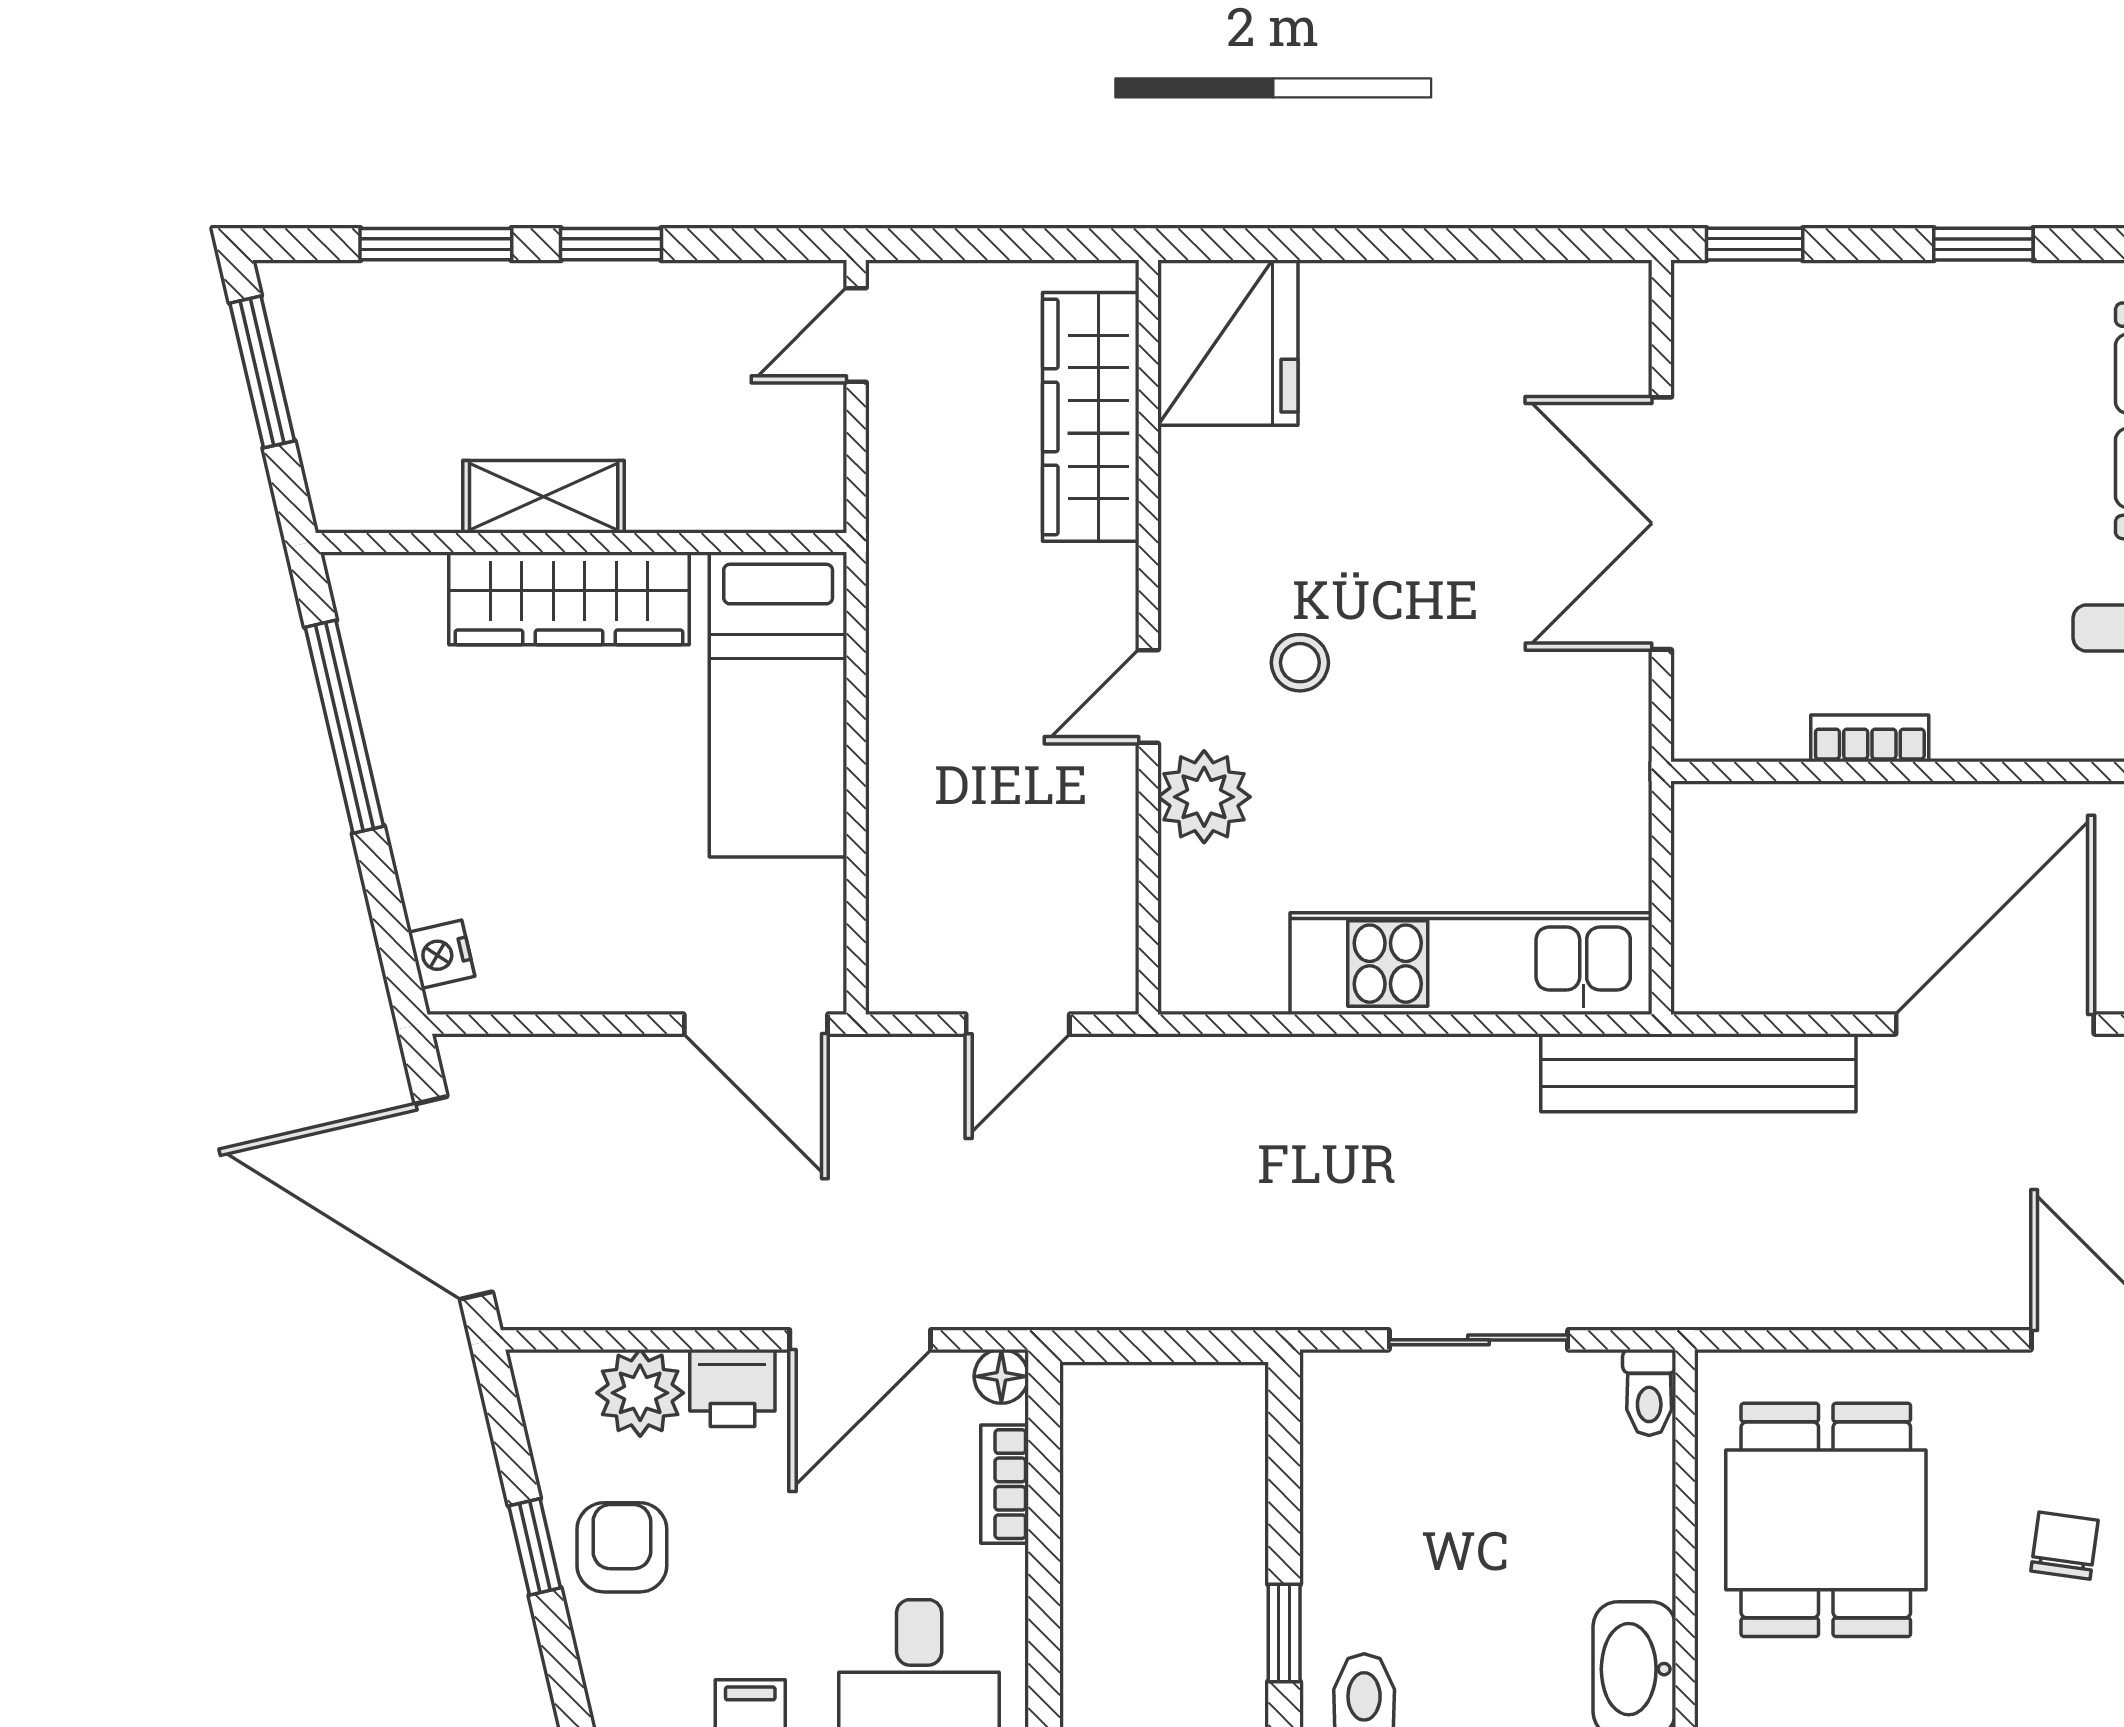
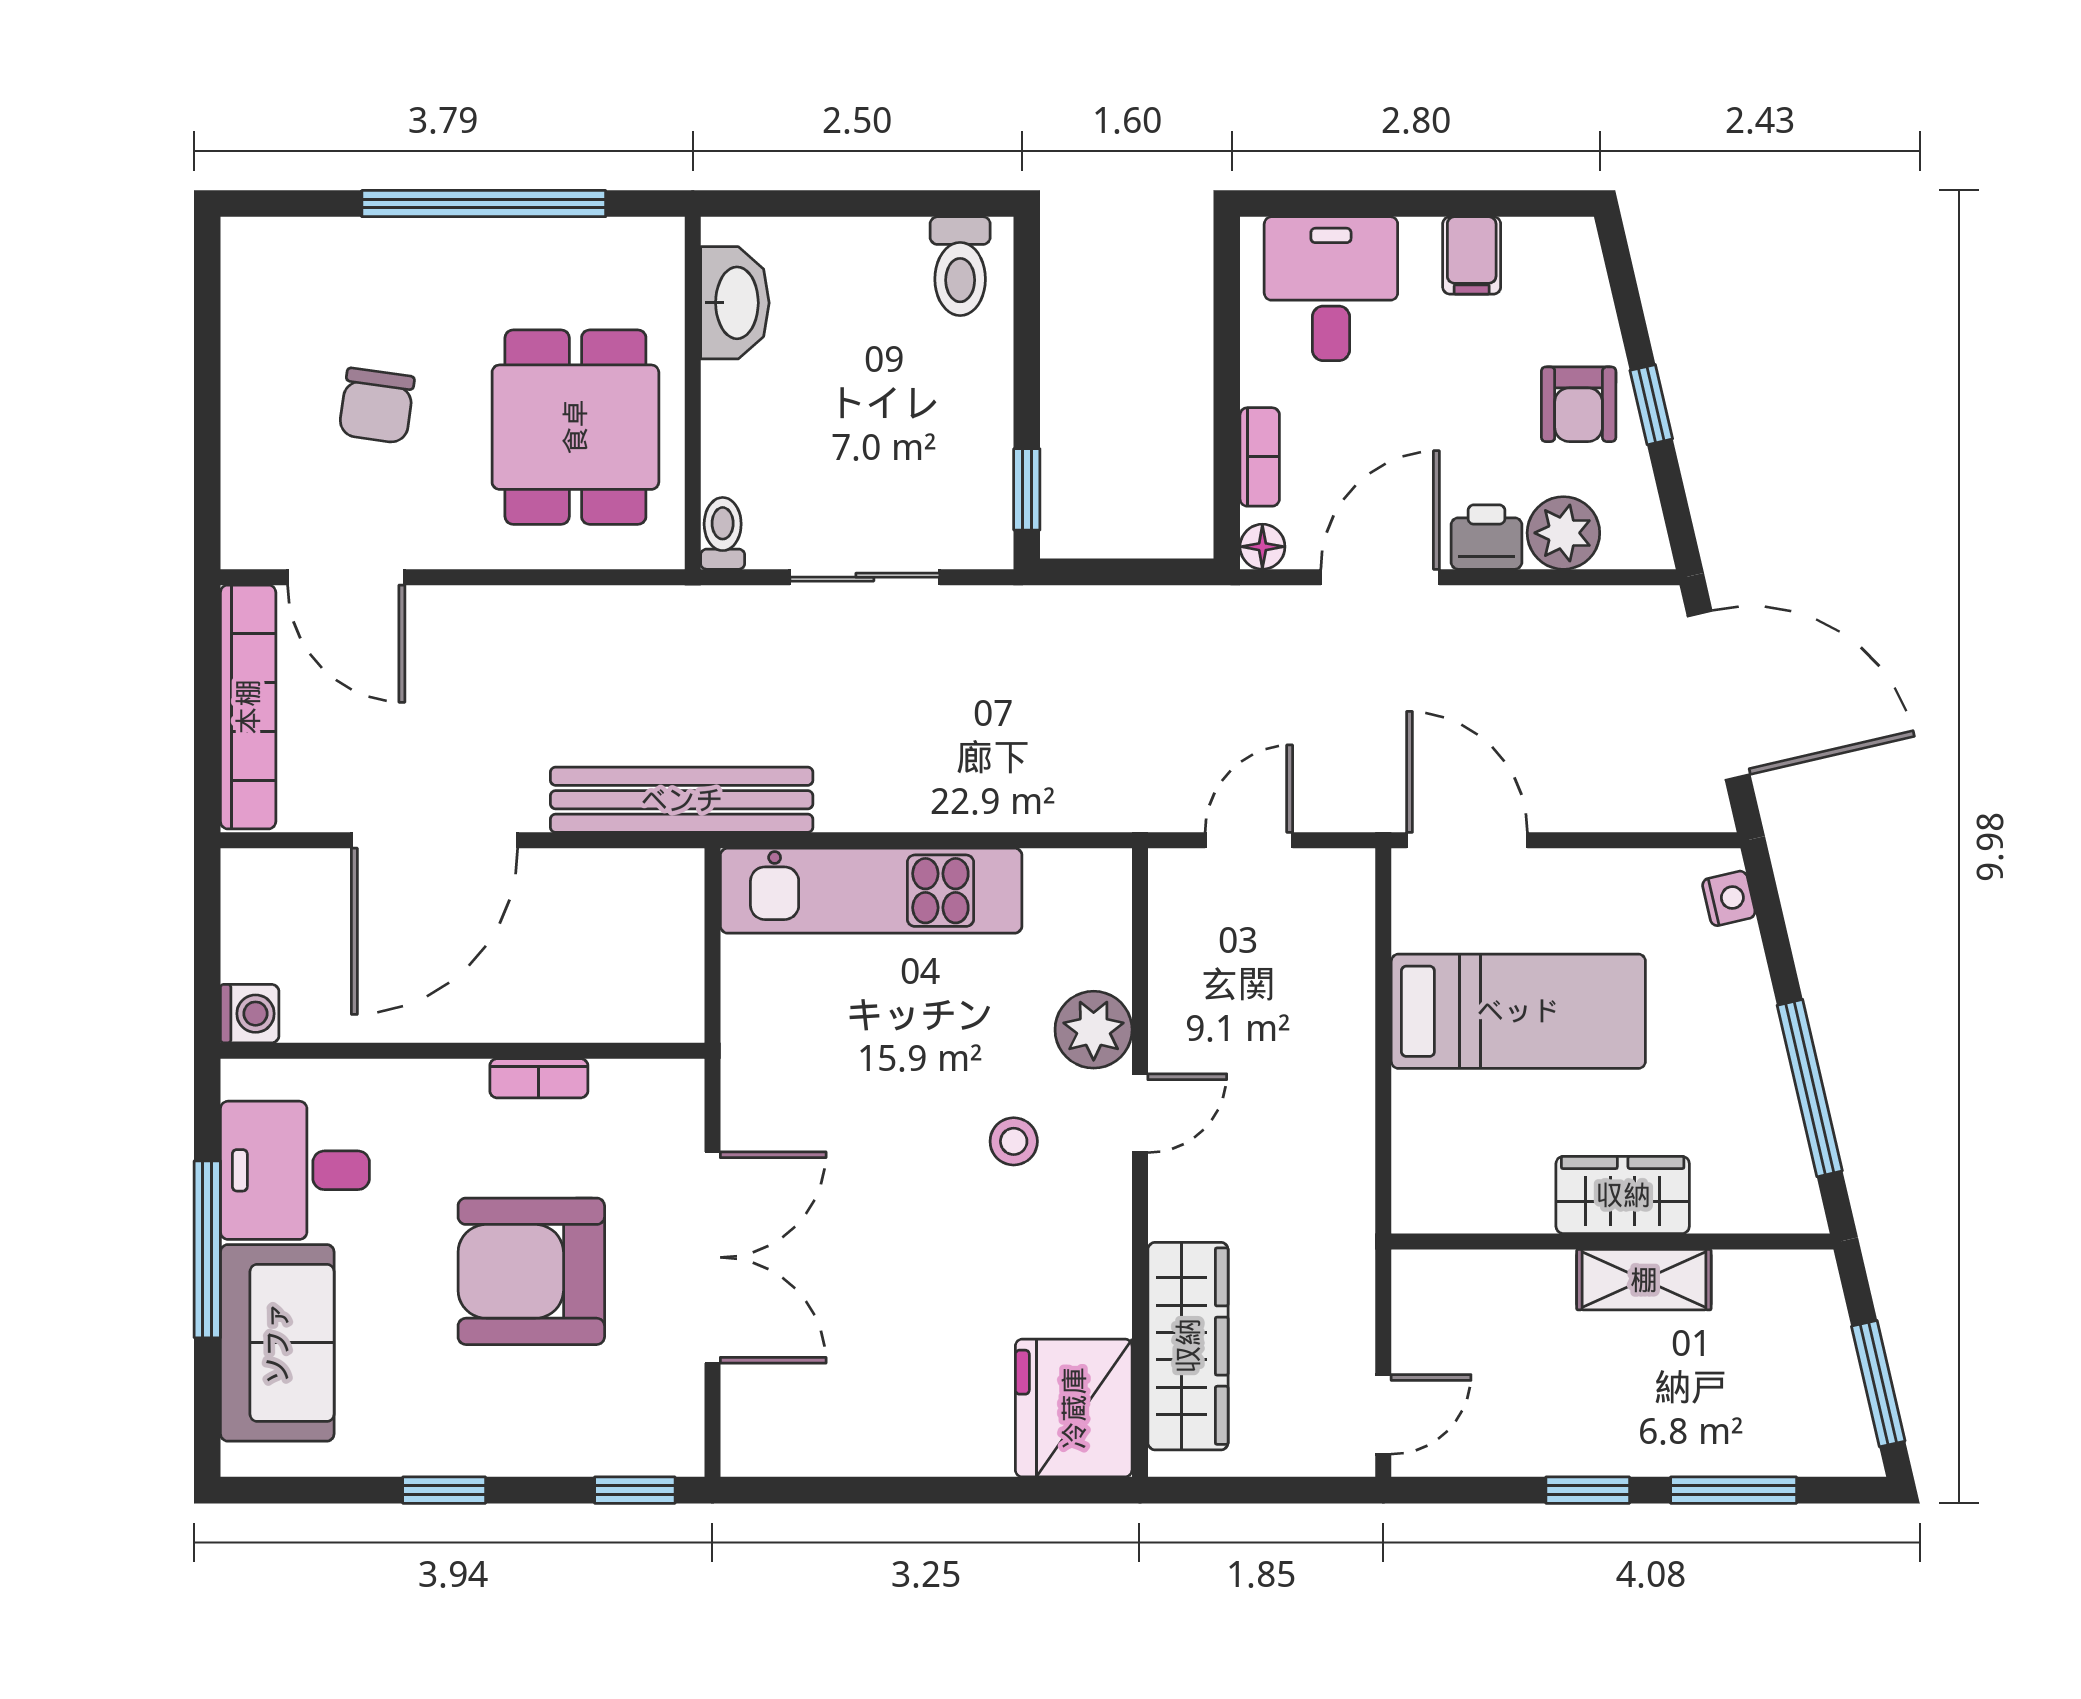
armchair: (1879, 507) -> (531, 1271), added
wardrobe: (569, 598) -> (1623, 1195), width x0.67
bed: (778, 705) -> (1518, 1011), moved, turned 90
chair: (2065, 1546) -> (377, 406), width x1.37, depth x1.37
window: (1284, 1633) -> (1027, 489), moved

